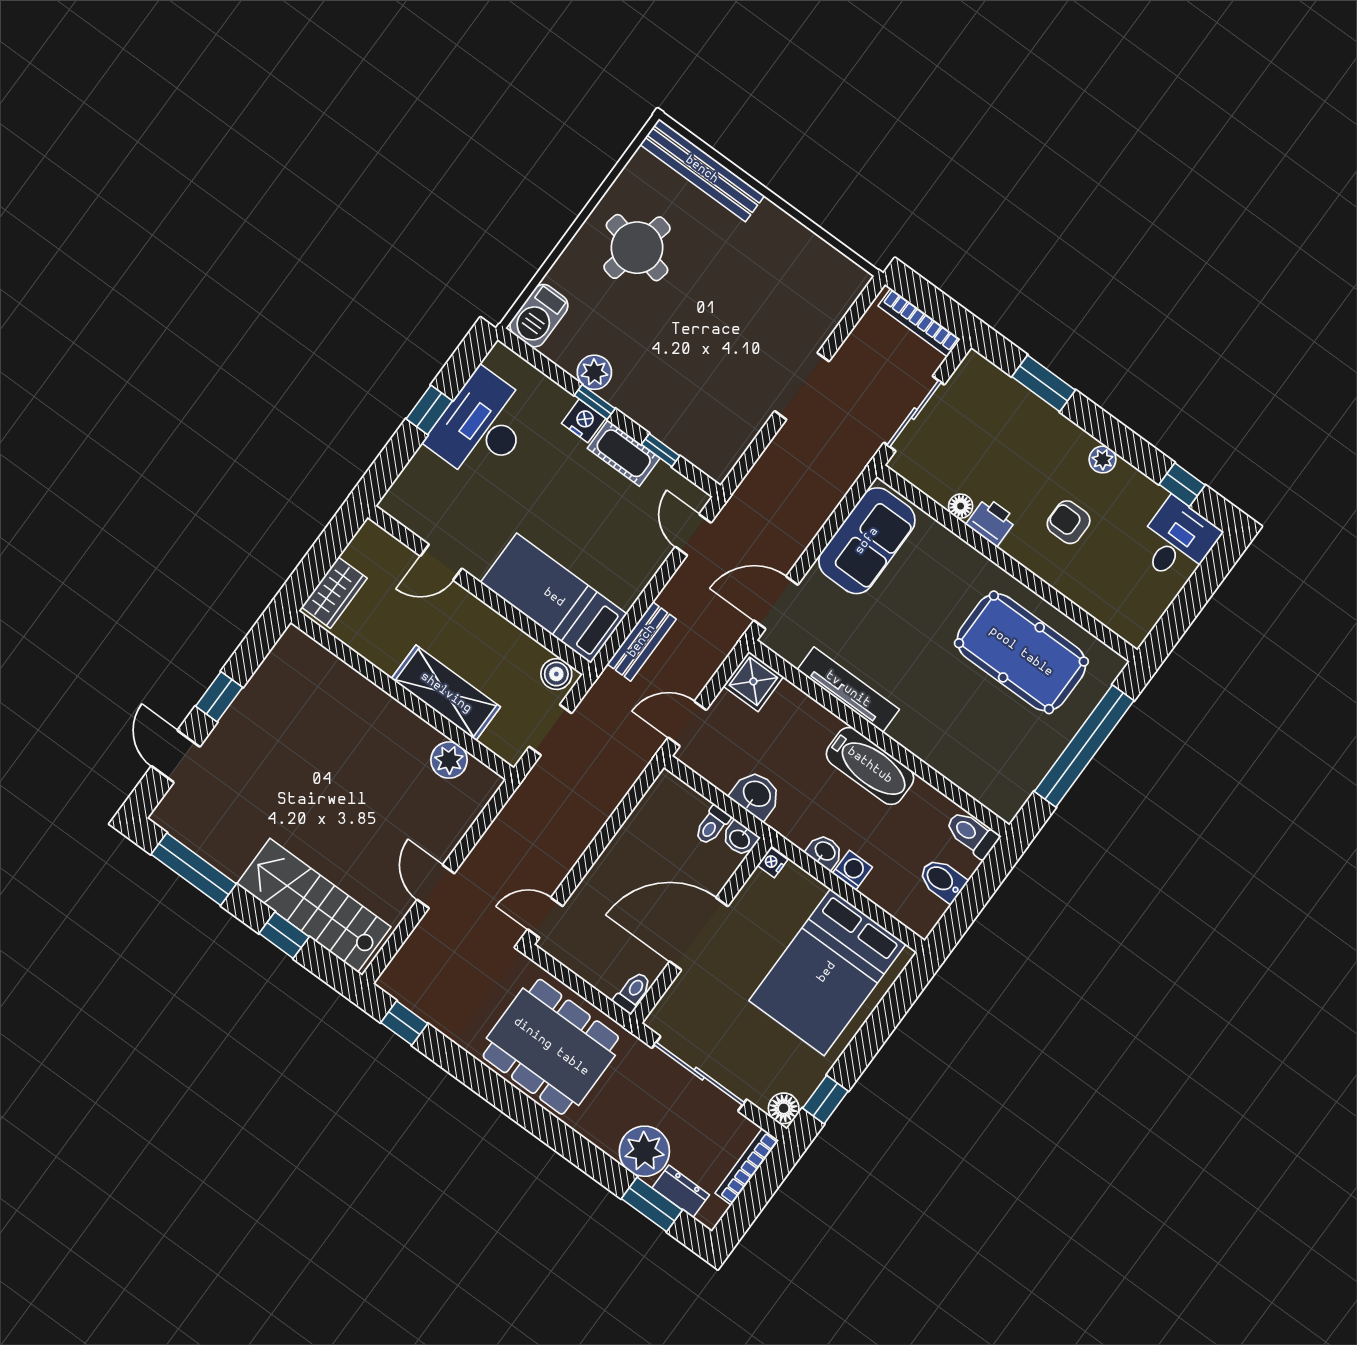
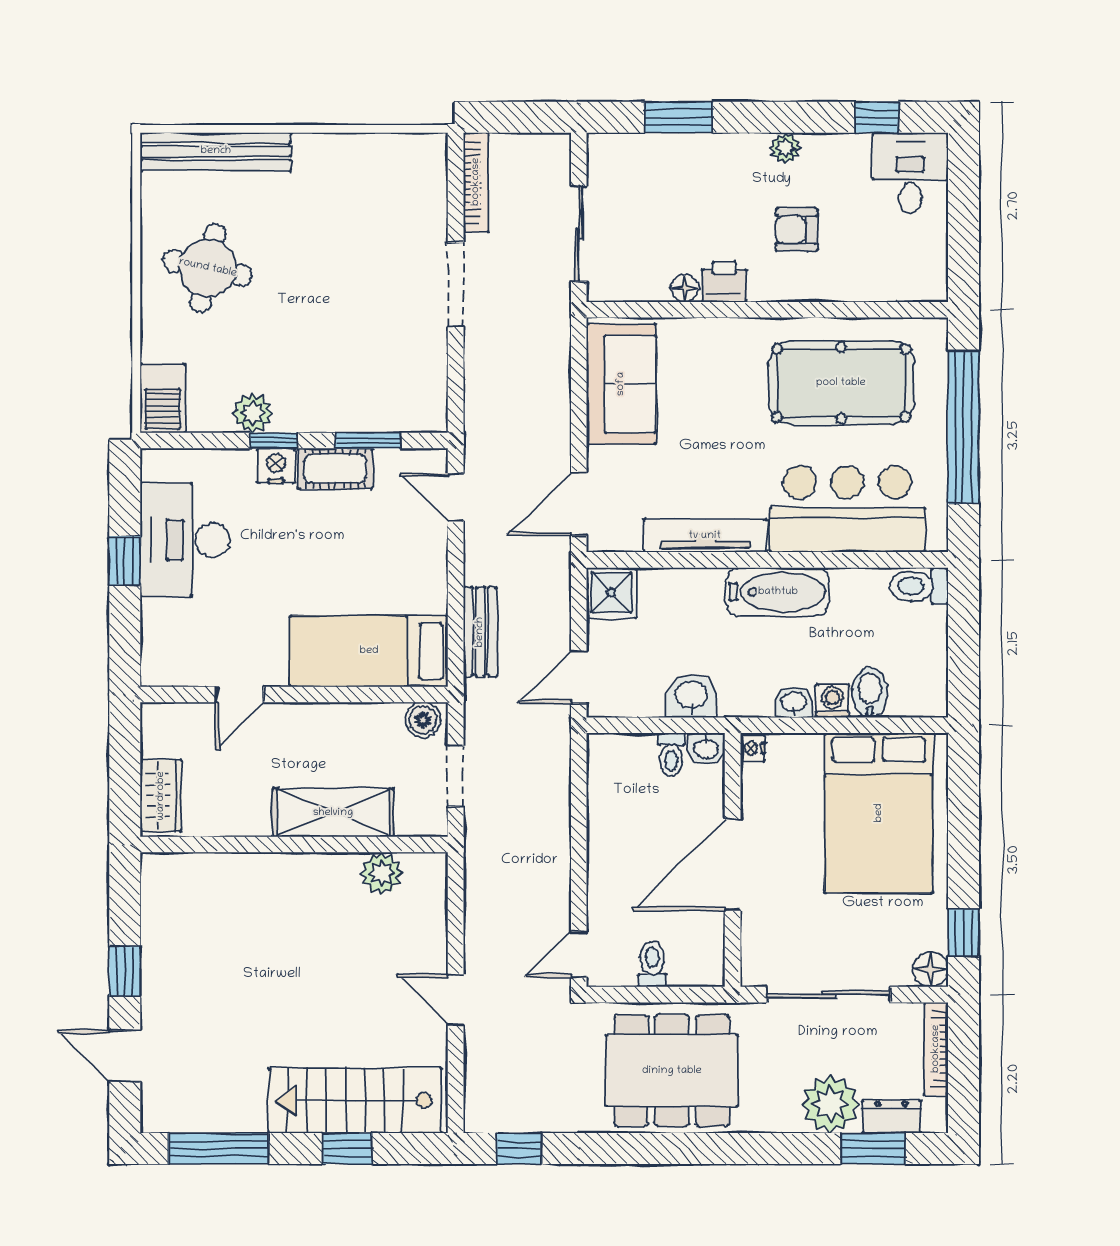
bookcase: (919, 322) -> (476, 182), moved, turned -90
window: (661, 450) -> (368, 441), width x1.50
bar counter: (961, 744) -> (847, 509), added
bidet: (942, 880) -> (870, 692), moved, turned 90
toilet: (633, 992) -> (652, 964), moved

